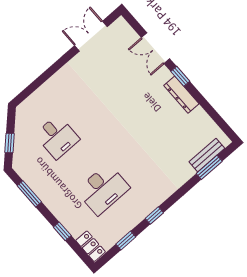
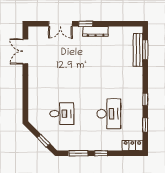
bench: (207, 155) -> (138, 50), width x1.36
window: (62, 231) -> (101, 153), moved

